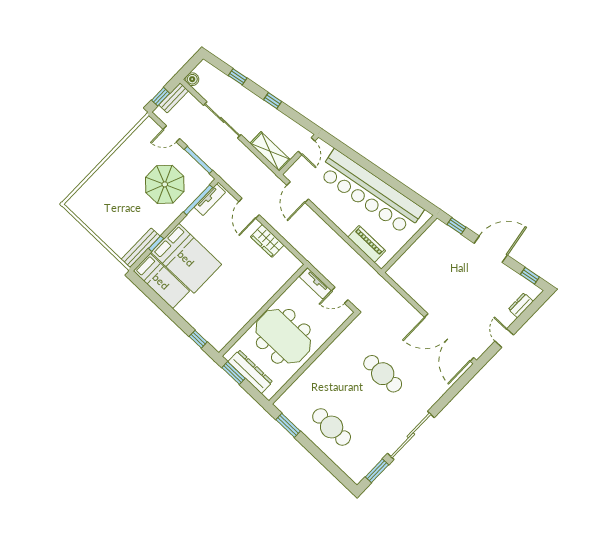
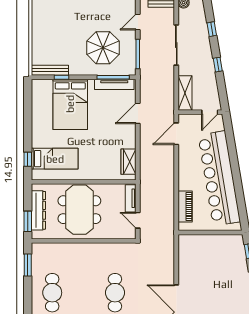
door: (171, 134) -> (138, 22), hinge flipped
tv unit: (210, 200) -> (114, 84), width x1.41
wardrobe: (267, 241) -> (129, 162), moved
bed: (161, 281) -> (55, 159), moved, turned -90
window: (233, 373) -> (28, 221), moved

